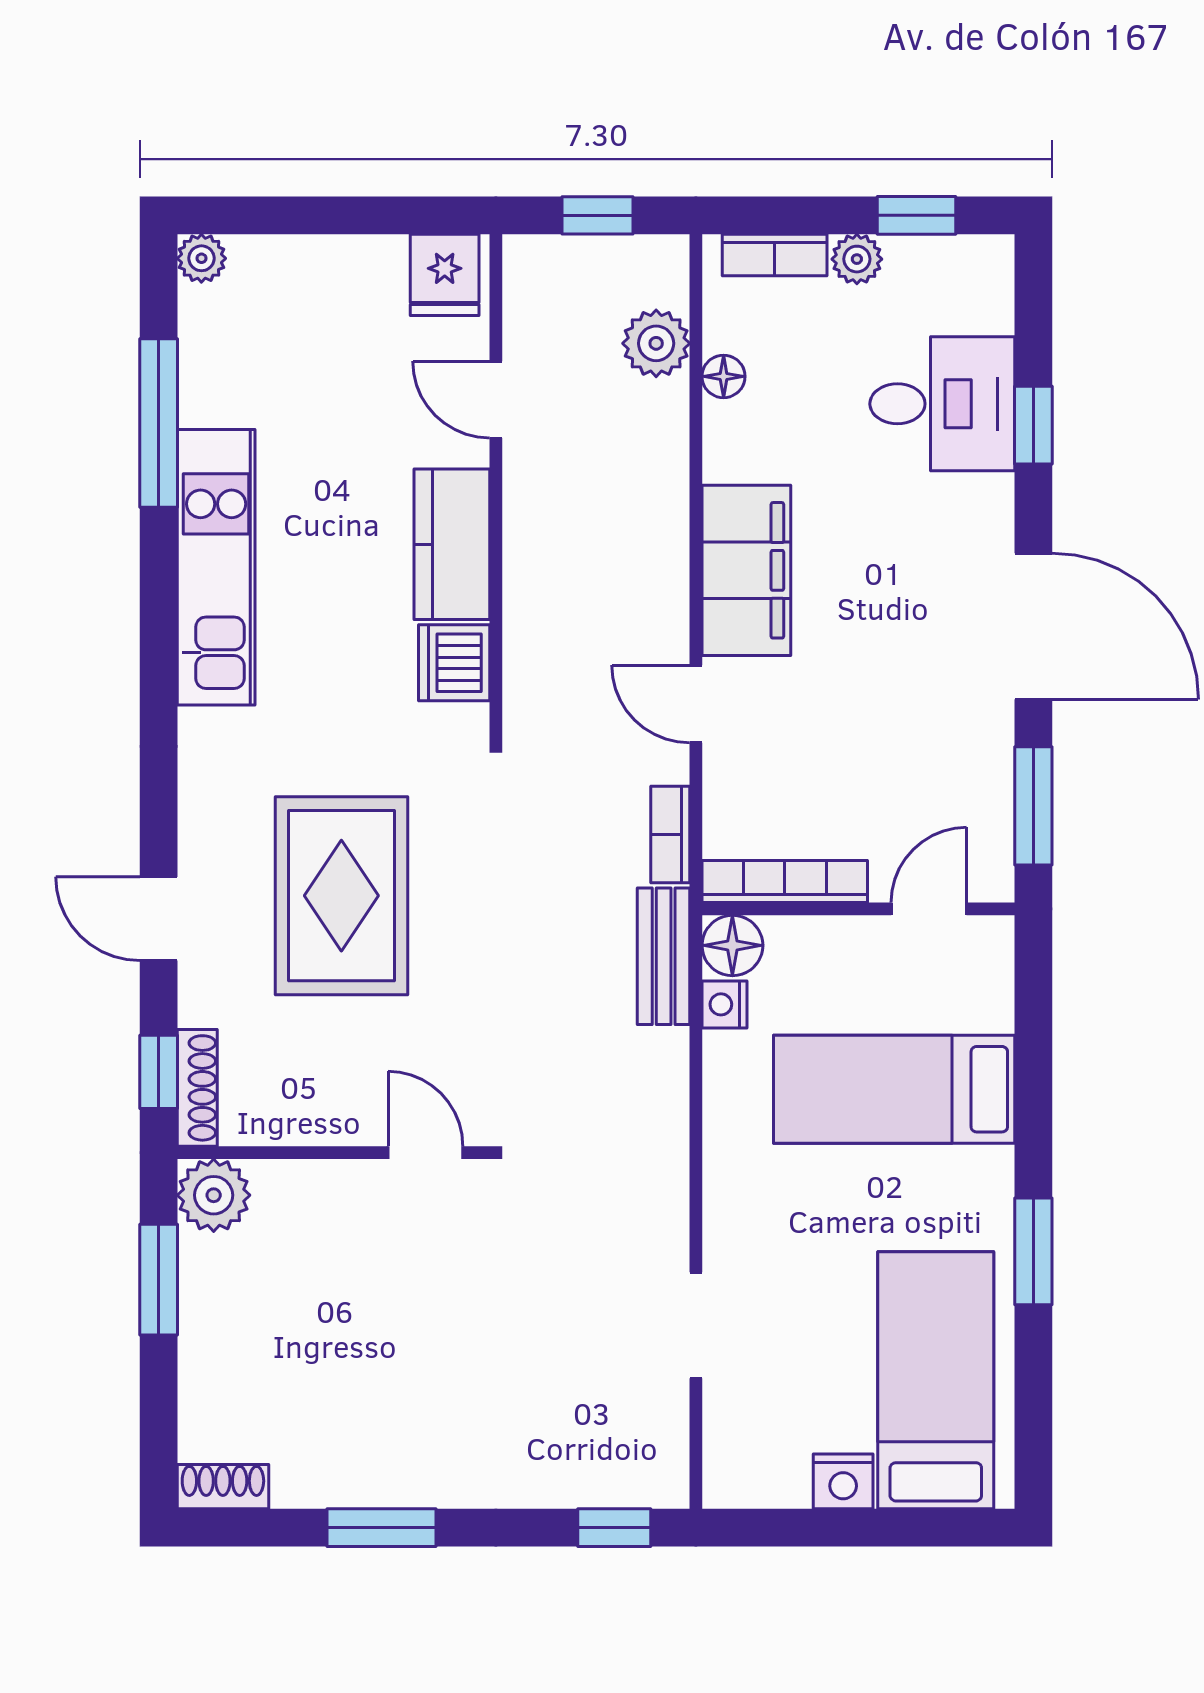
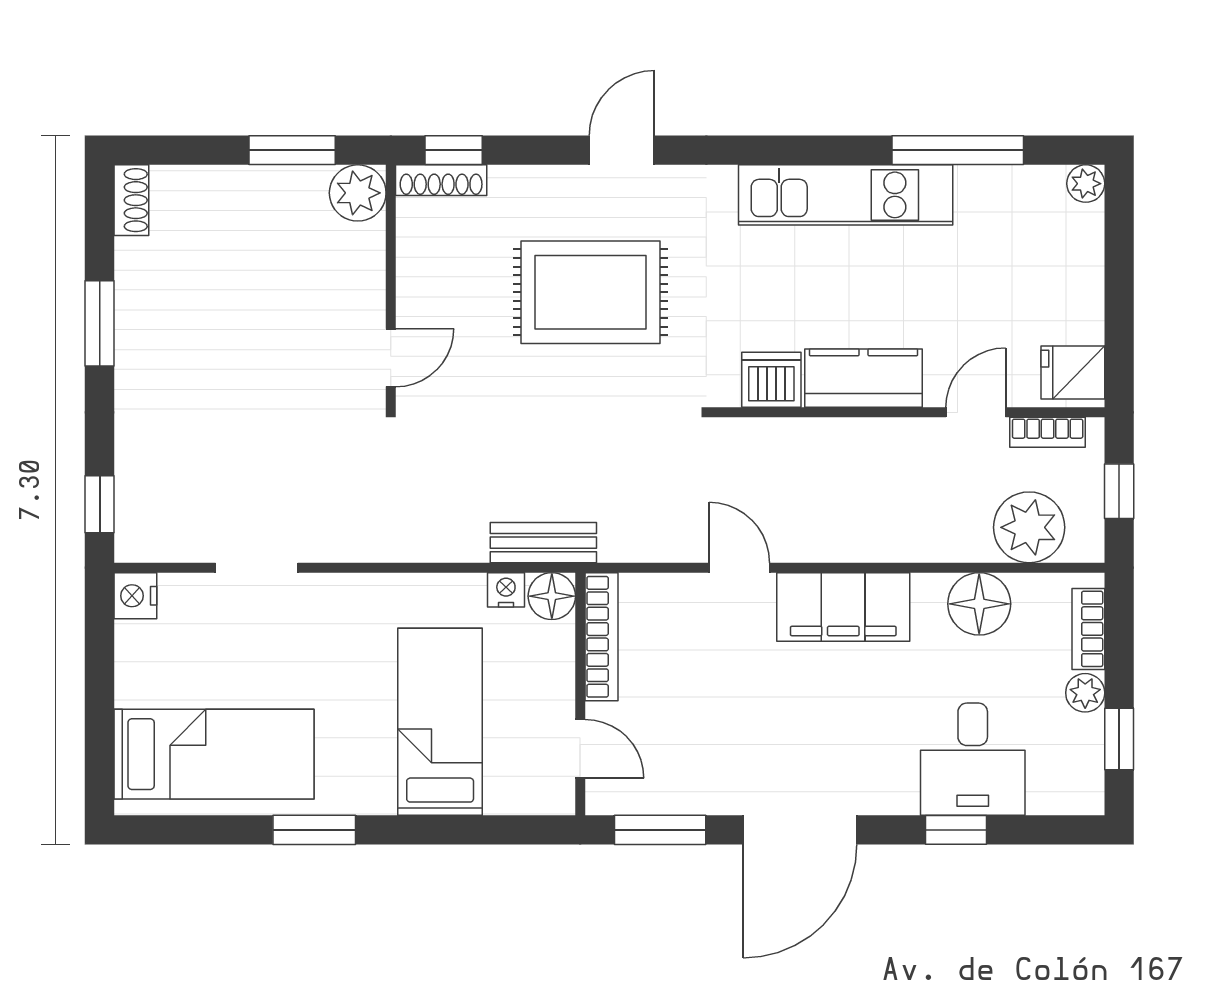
plant: (656, 343) -> (1029, 527), width x1.36, depth x1.36
floor lamp: (724, 376) -> (979, 604), width x1.89, depth x1.89
door: (696, 704) -> (739, 568), hinge flipped
bookcase: (670, 835) -> (1048, 432), moved, turned 180
door: (159, 919) -> (622, 150), moved
nightstand: (843, 1481) -> (135, 596), moved

